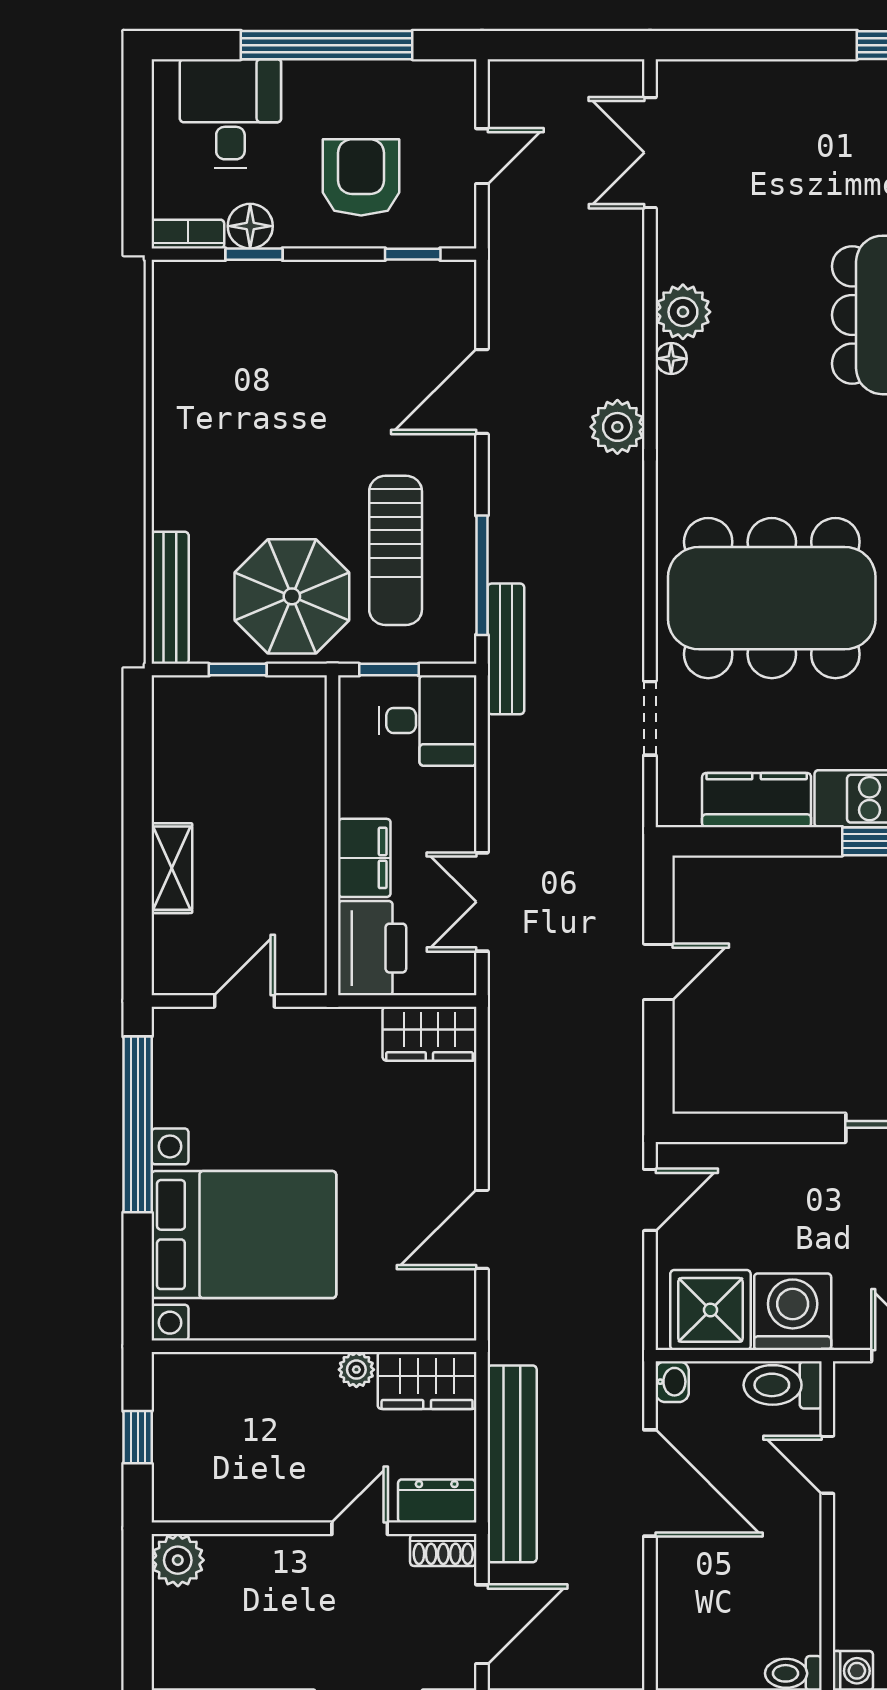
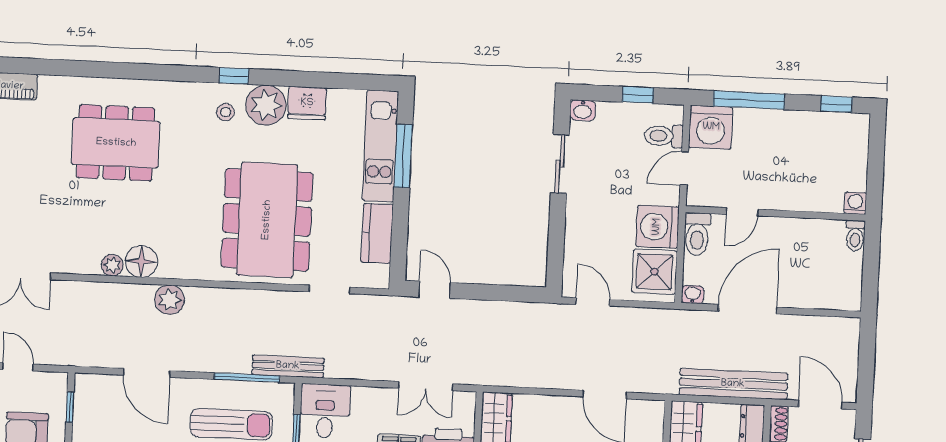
plant: (683, 312) -> (112, 265), width x0.73, depth x0.73
floor lamp: (671, 359) -> (141, 261), width x1.89, depth x1.89
door: (658, 972) -> (435, 290), moved

